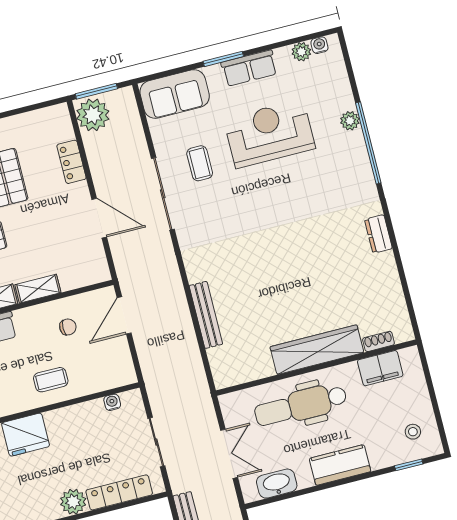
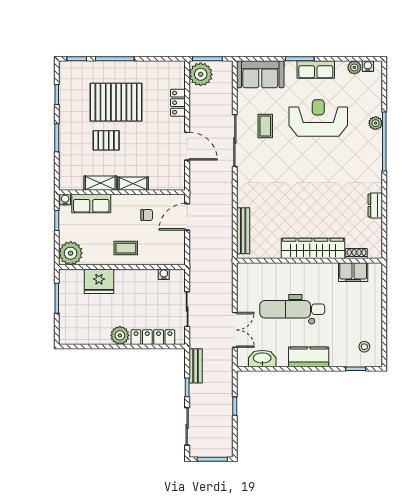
shoe rack: (378, 341) -> (357, 254), moved
wardrobe: (317, 350) -> (313, 248), moved
wall: (316, 368) -> (310, 261), moved
filing cabinet: (380, 368) -> (353, 272), moved

